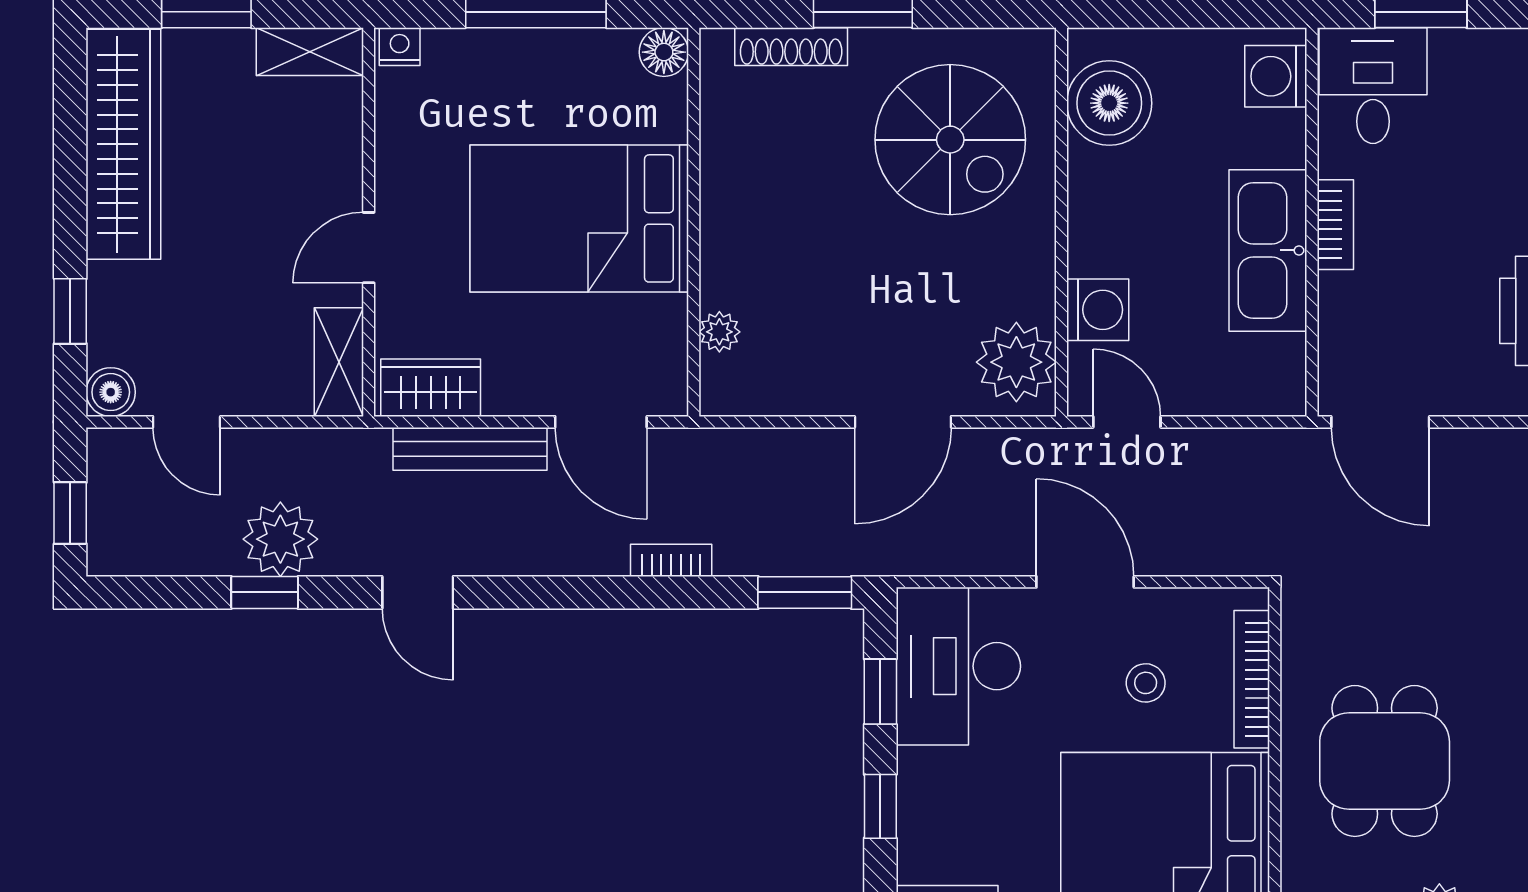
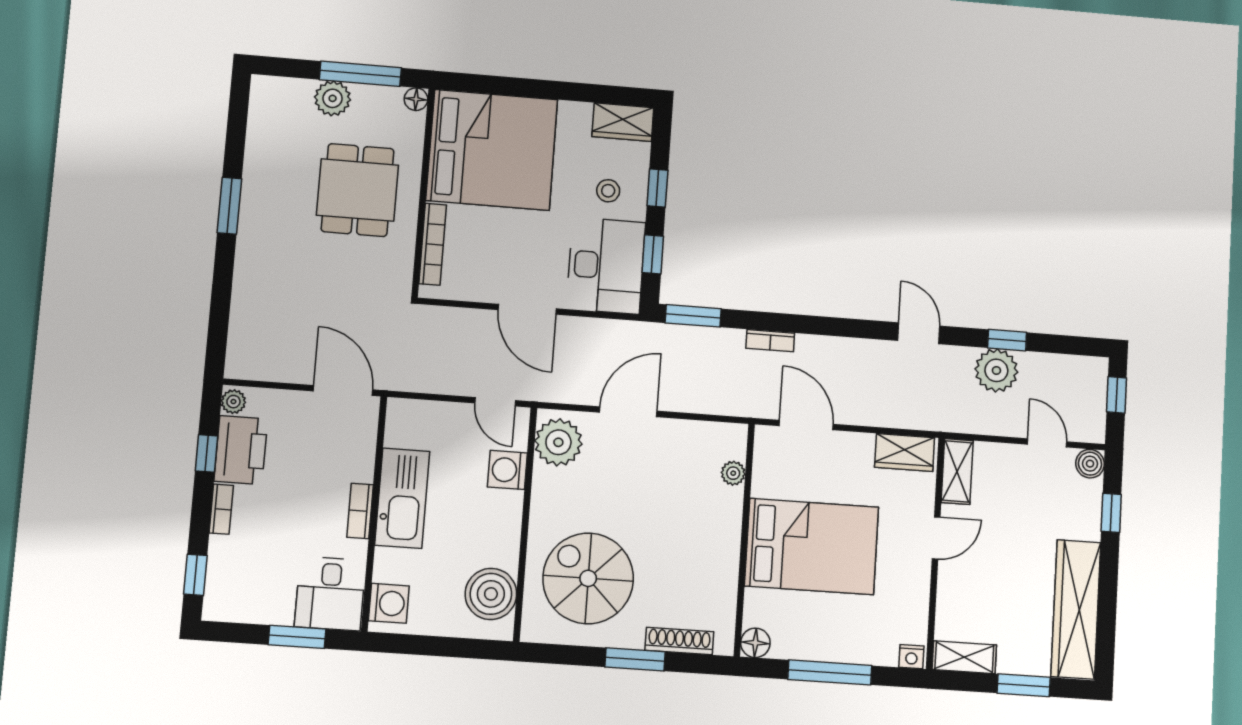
bench: (470, 449) -> (884, 415), removed
stool: (1146, 683) -> (608, 191), moved

